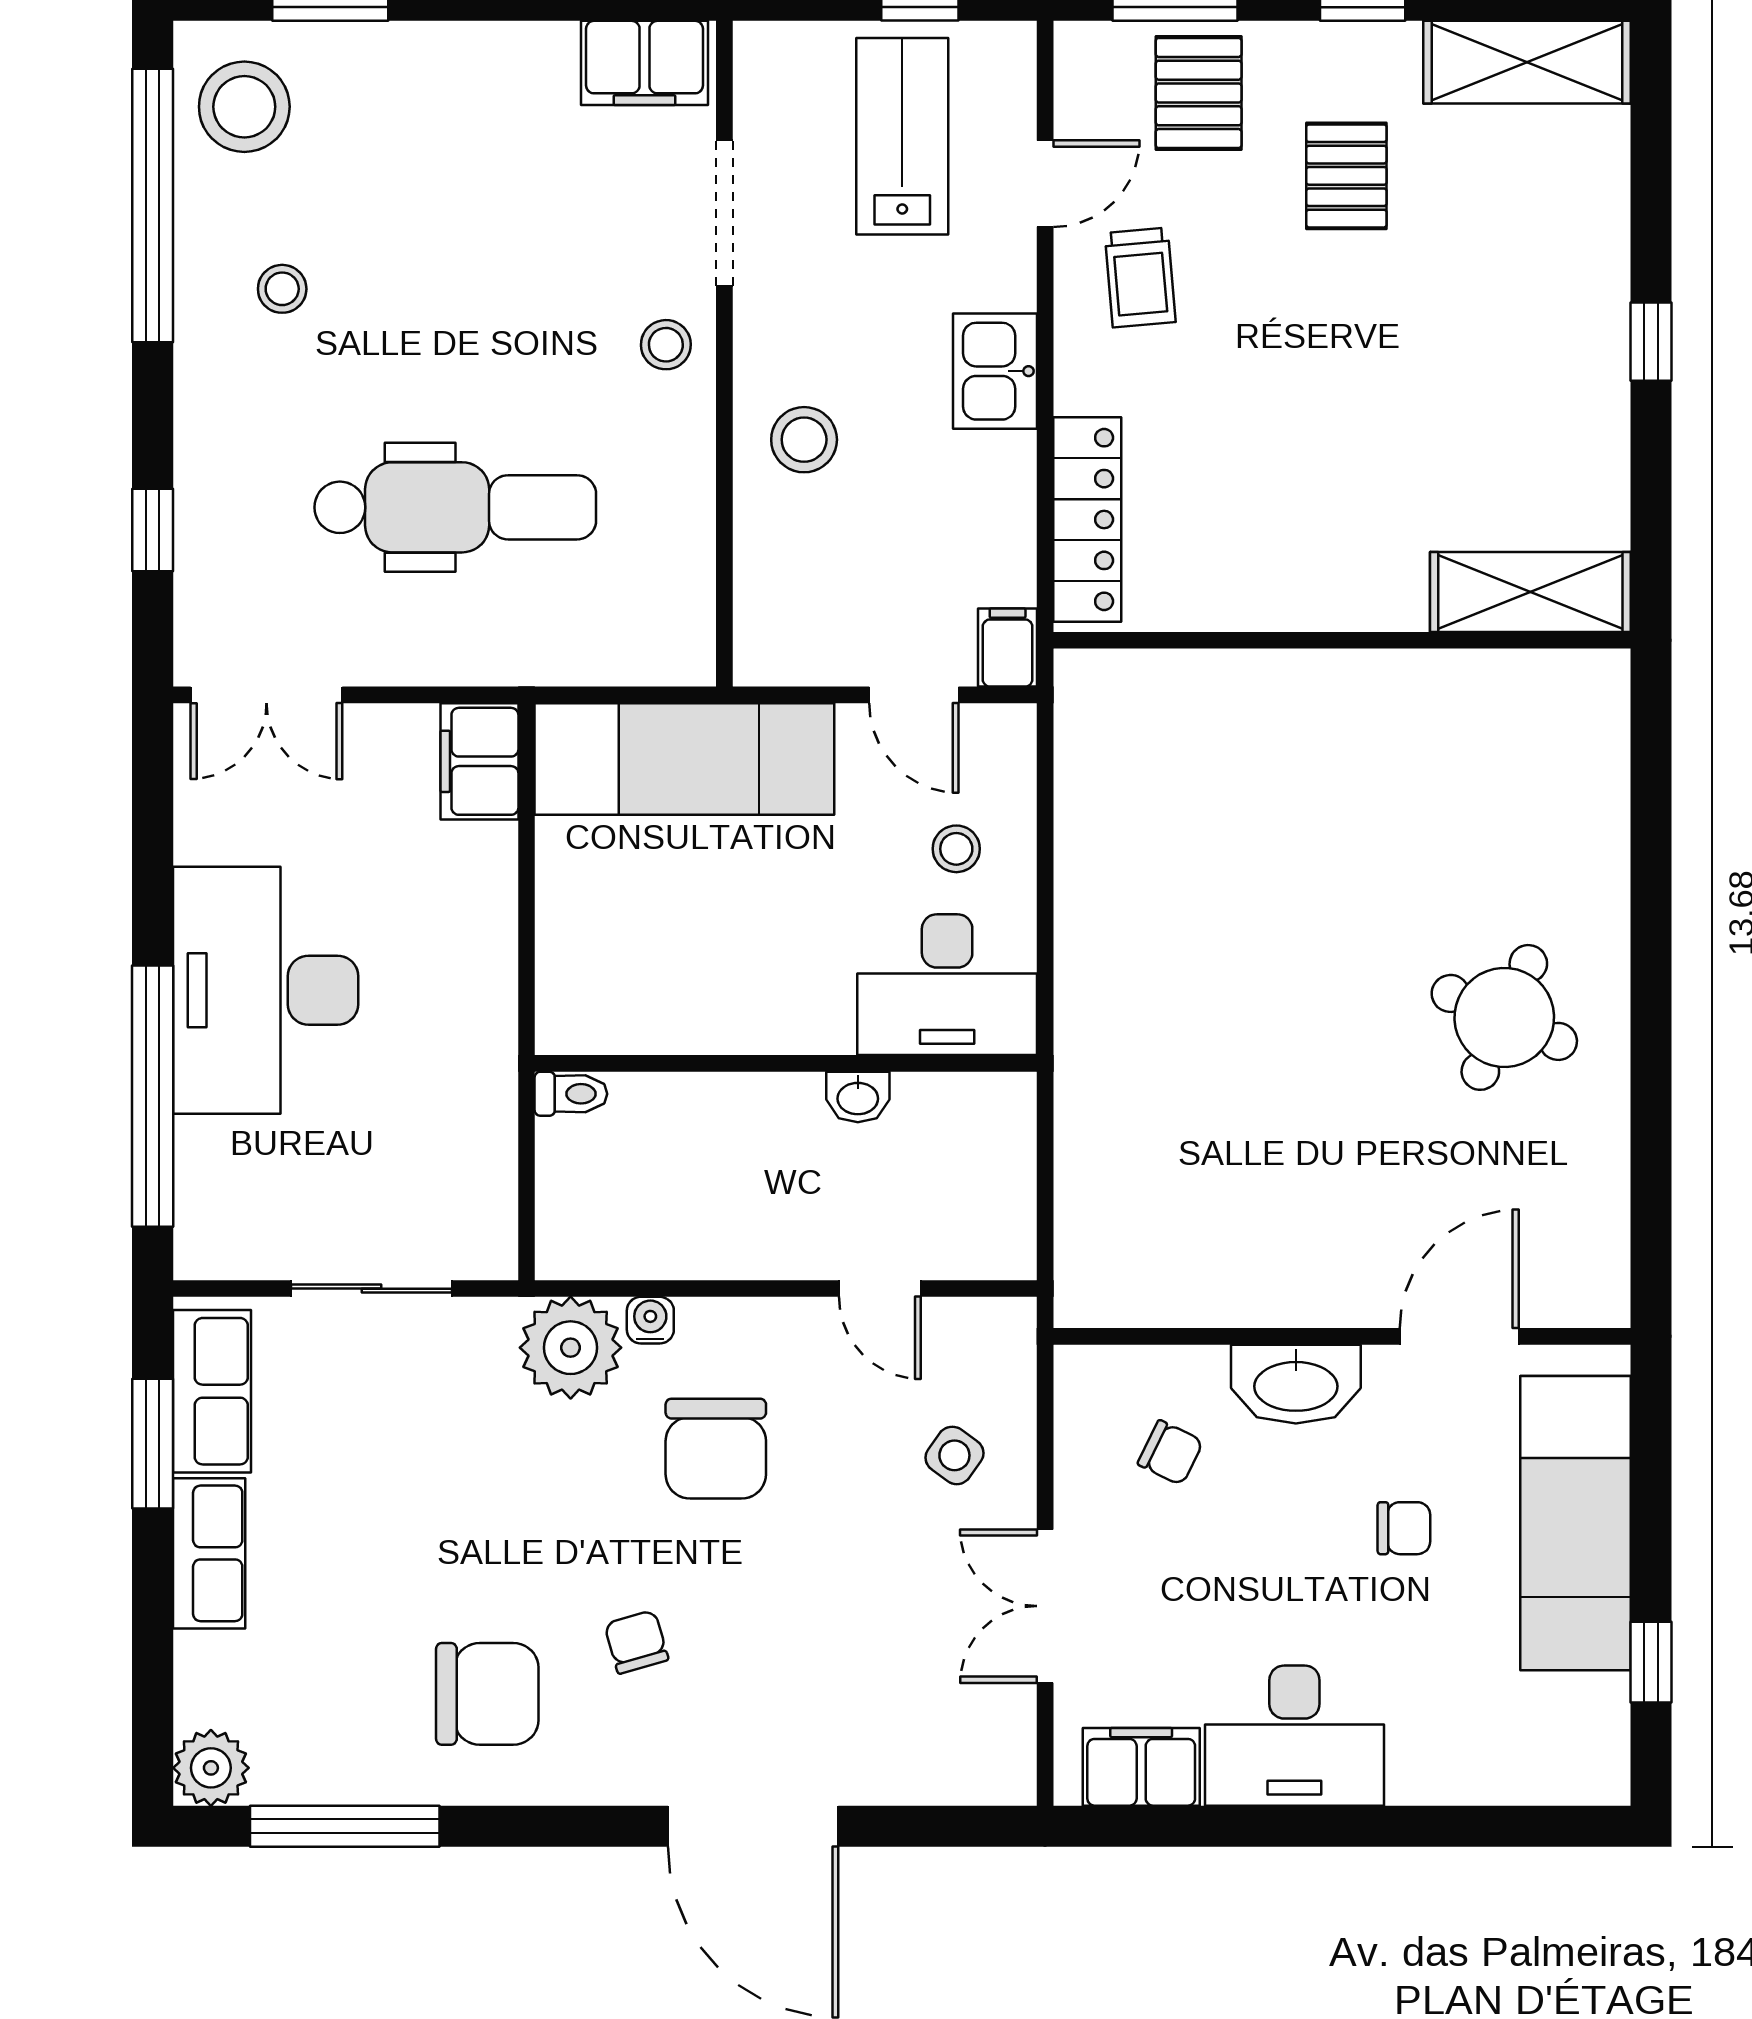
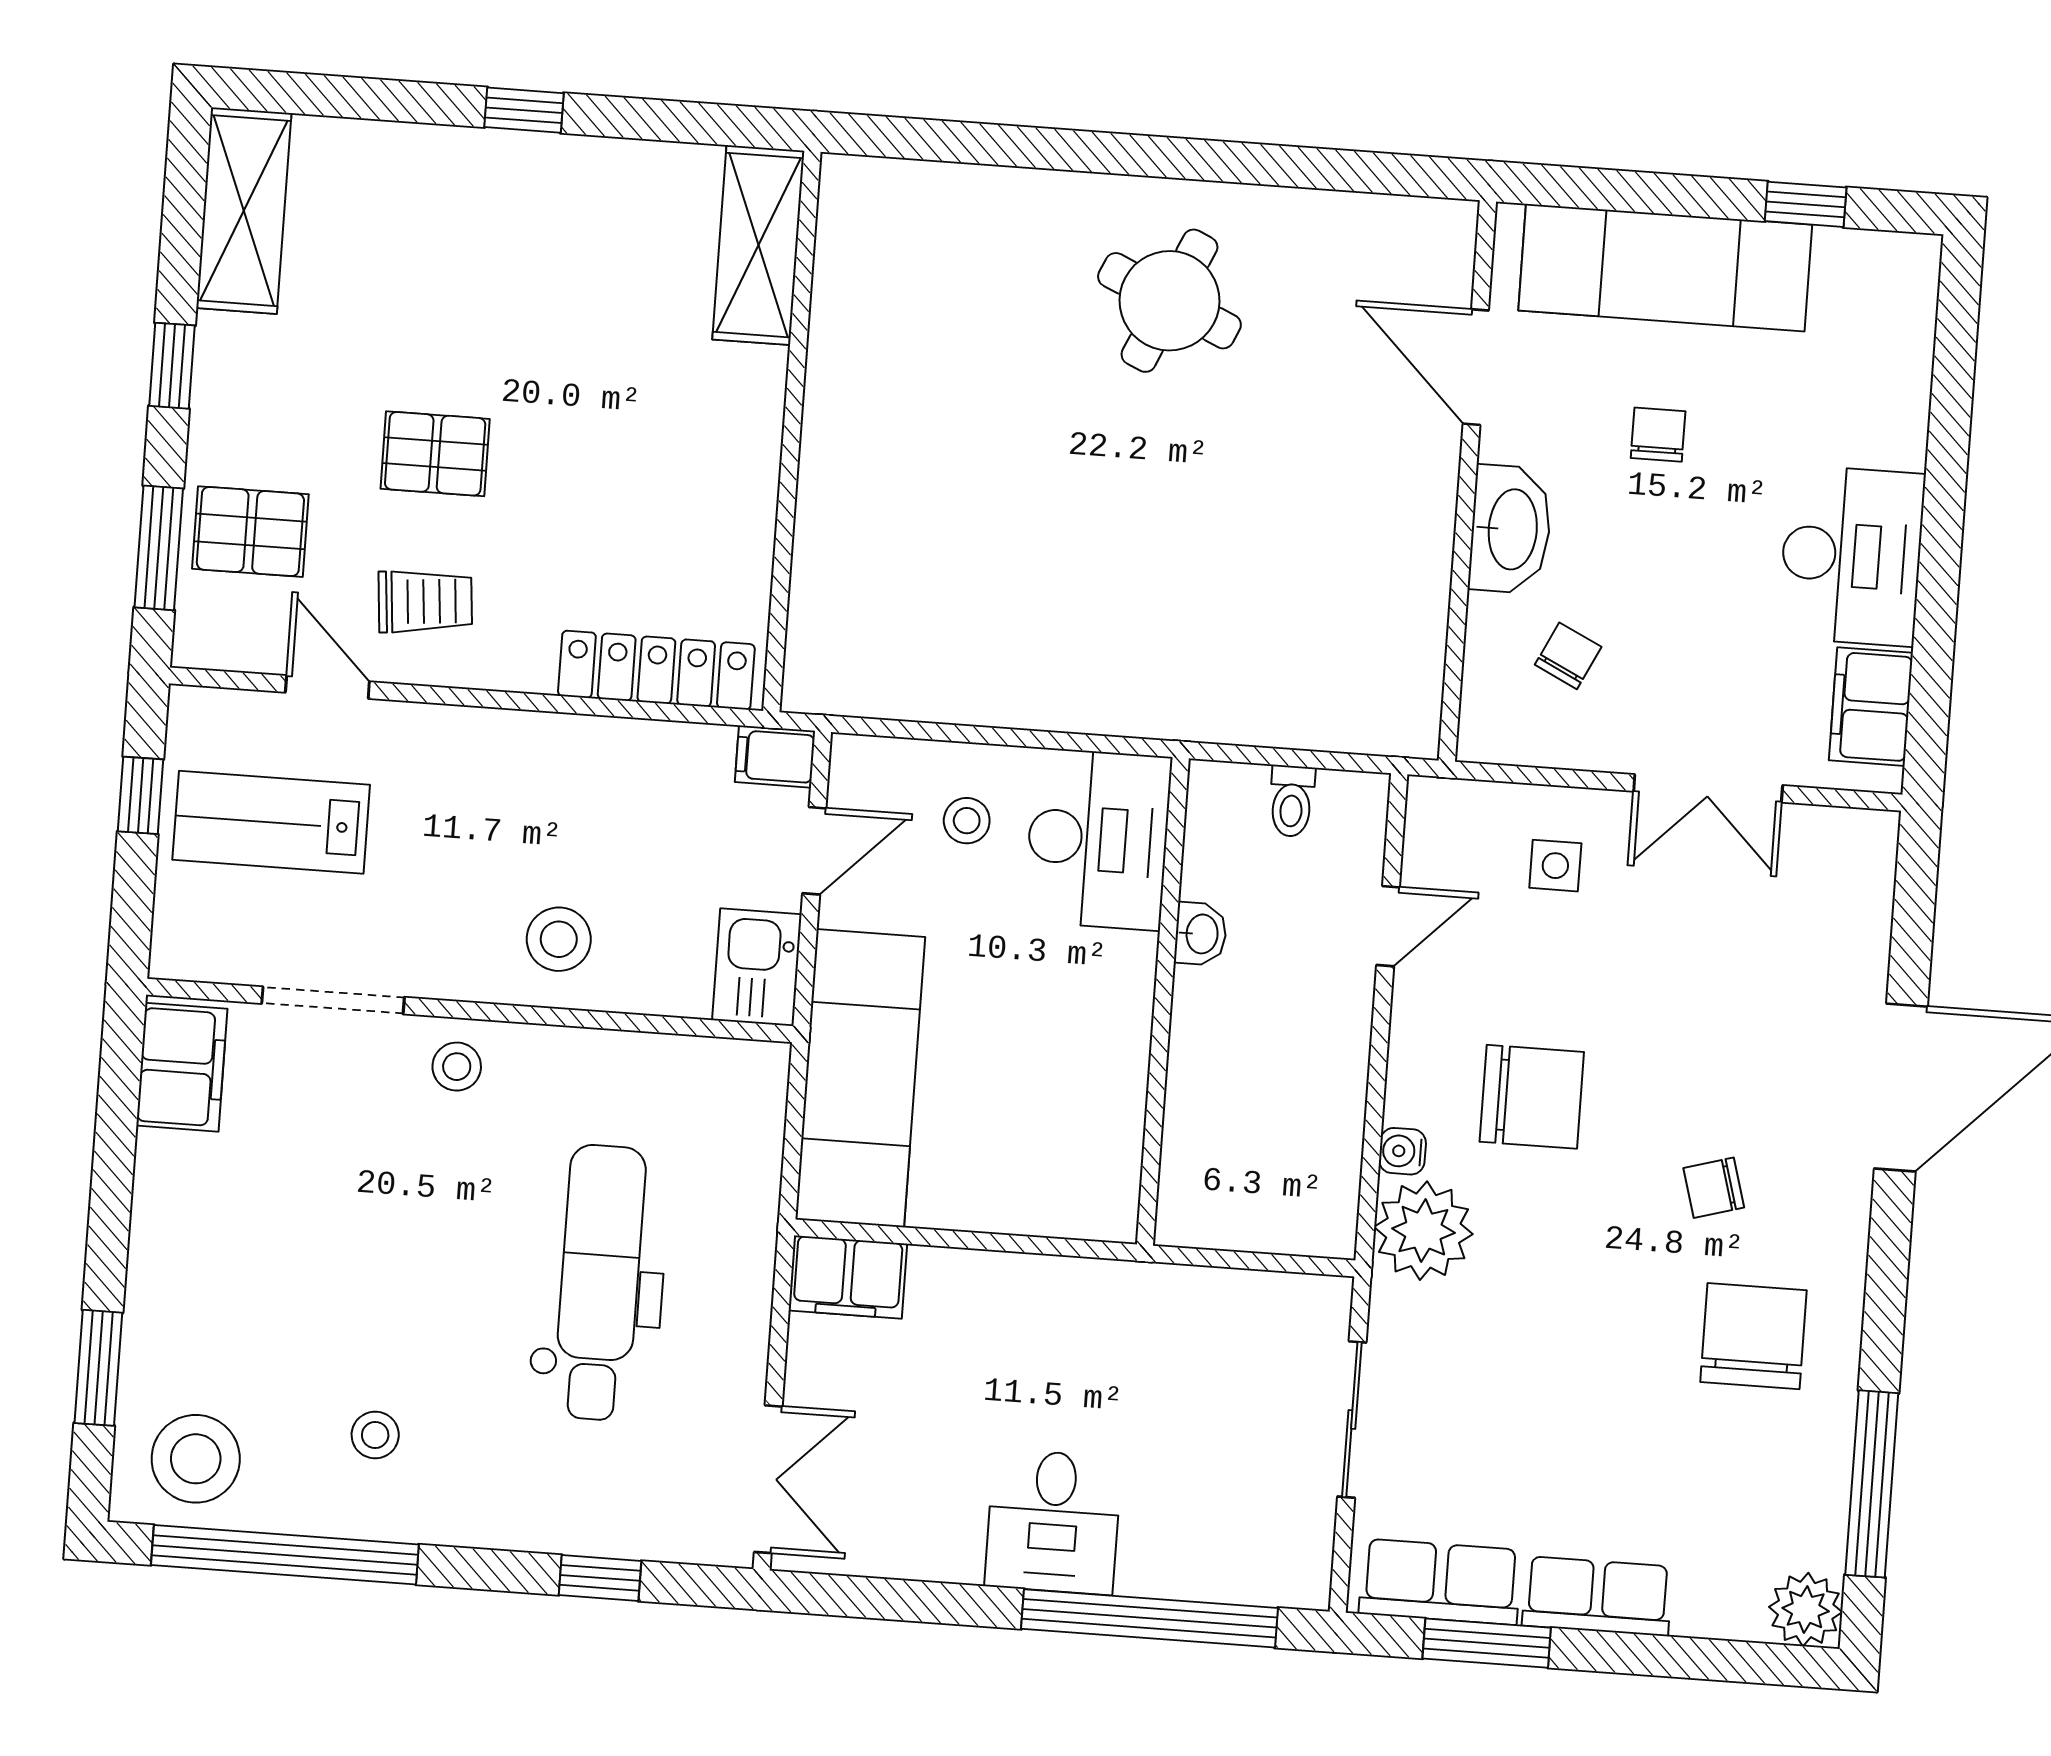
pallet: (1346, 176) -> (435, 454), moved
kitchen sink: (995, 371) -> (757, 967), moved, turned 90
desk: (266, 990) -> (1053, 1522), width x0.53, depth x0.77
toilet: (571, 1094) -> (1292, 801), moved, turned 180
side table: (954, 1455) -> (1555, 866), turned -36

